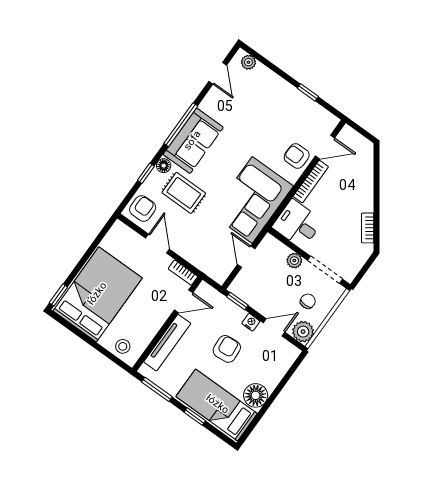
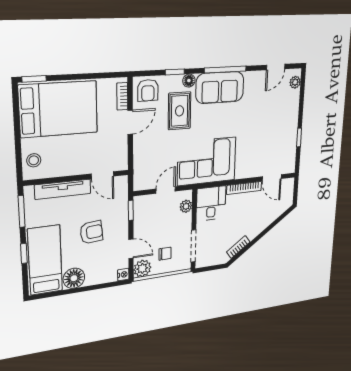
armchair: (297, 156) -> (255, 165), removed
armchair: (143, 208) -> (148, 90), turned 90
plant: (294, 261) -> (186, 206), moved
bookcase: (183, 273) -> (122, 96), moved
nightstand: (251, 322) -> (123, 275), moved

